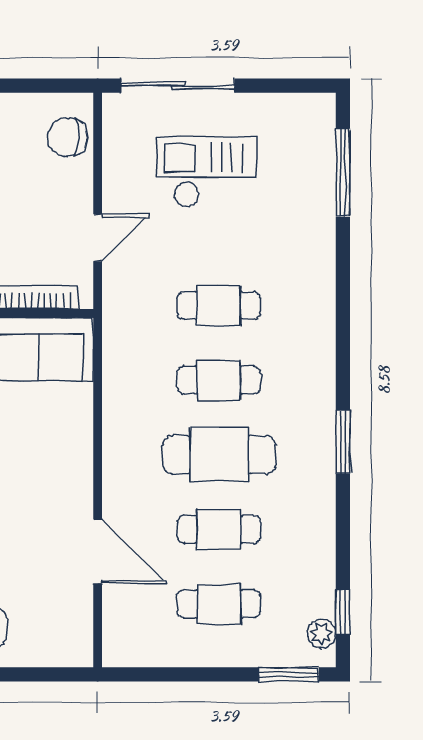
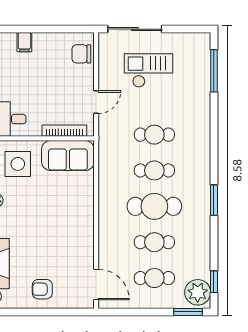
door: (98, 551) -> (96, 284), moved
plant: (322, 634) -> (198, 292), width x1.87, depth x1.87

